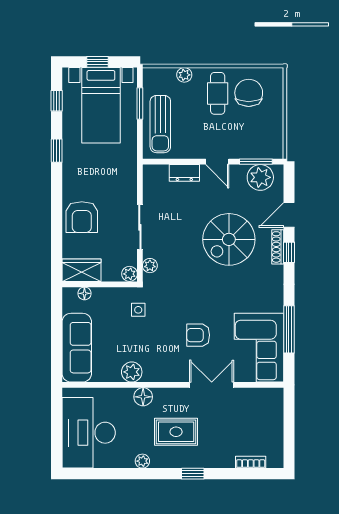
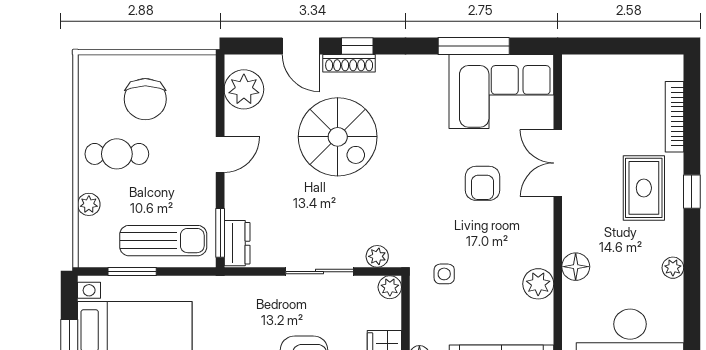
chair: (249, 93) -> (145, 99), moved, turned -90
window: (256, 162) -> (220, 233), moved
dresser: (184, 173) -> (237, 243), moved
rug: (176, 432) -> (644, 188), moved
bookcase: (251, 462) -> (675, 117), width x1.56

